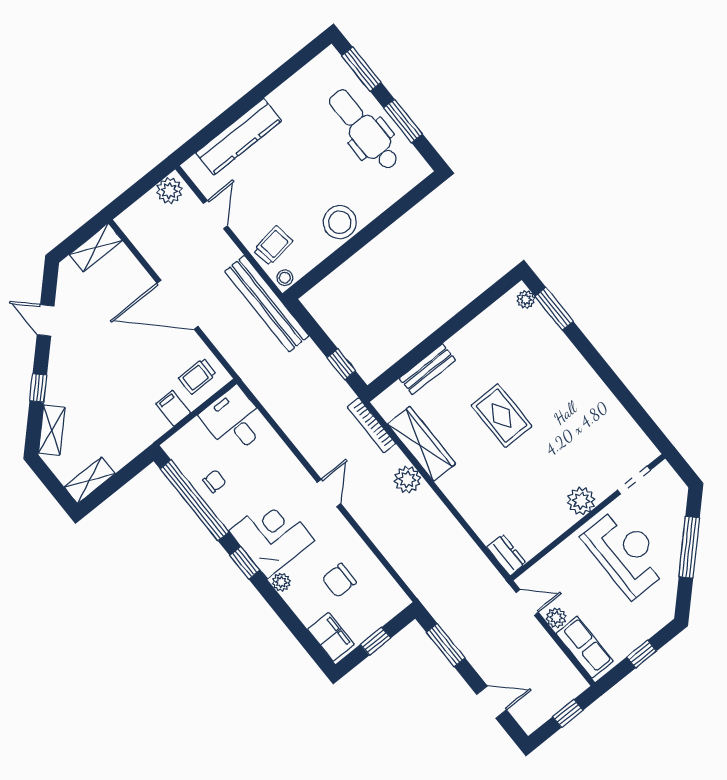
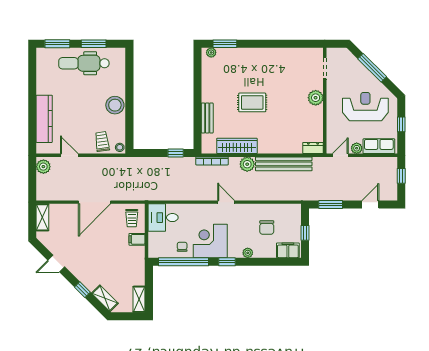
bench: (267, 304) -> (284, 164), moved
corner desk: (272, 536) -> (210, 241), moved
reception desk: (626, 553) -> (365, 107), moved

